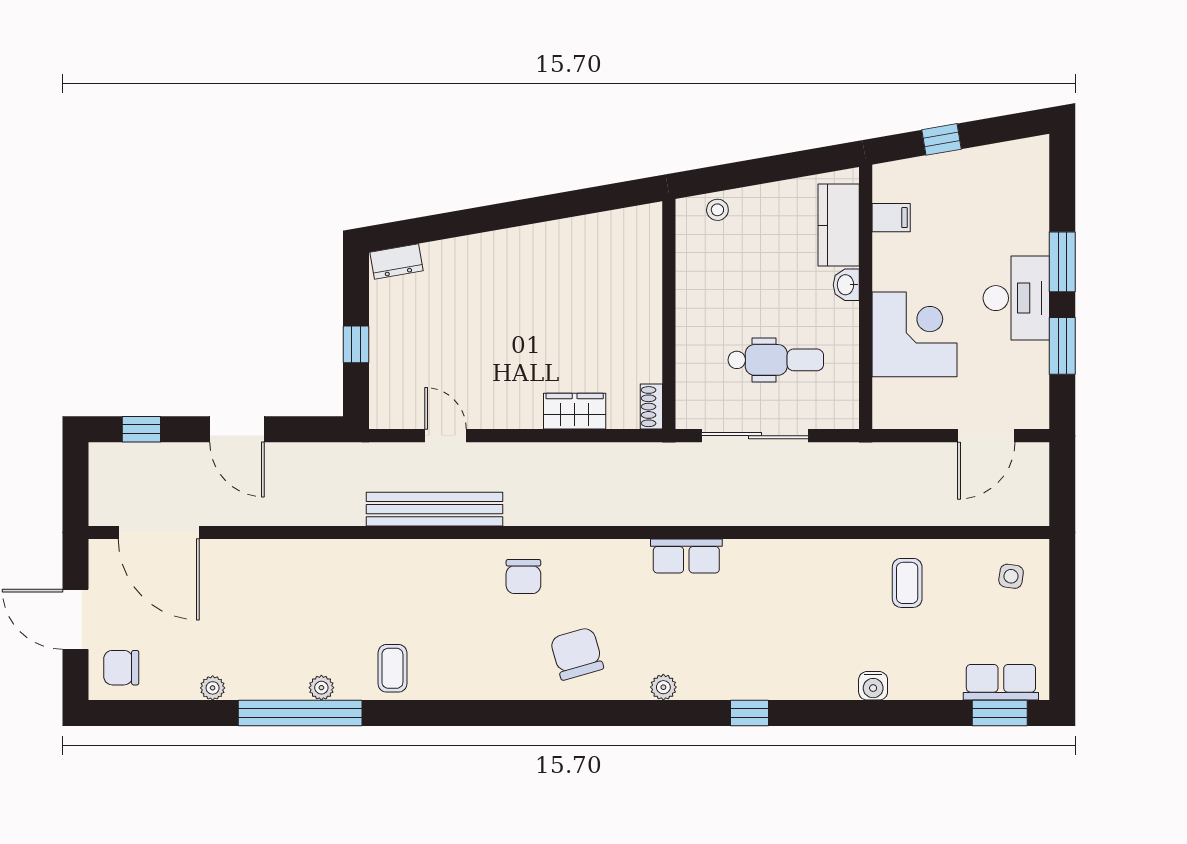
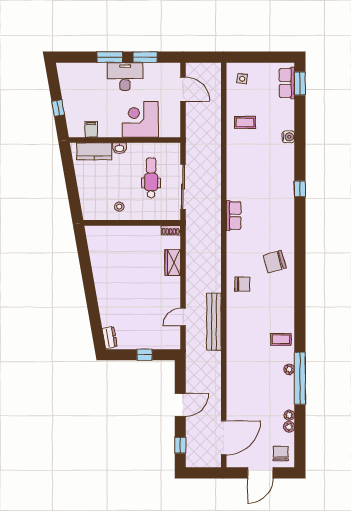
stool: (717, 210) -> (119, 207), moved
chair: (121, 668) -> (281, 454), turned 180
plant: (663, 687) -> (289, 427), moved

